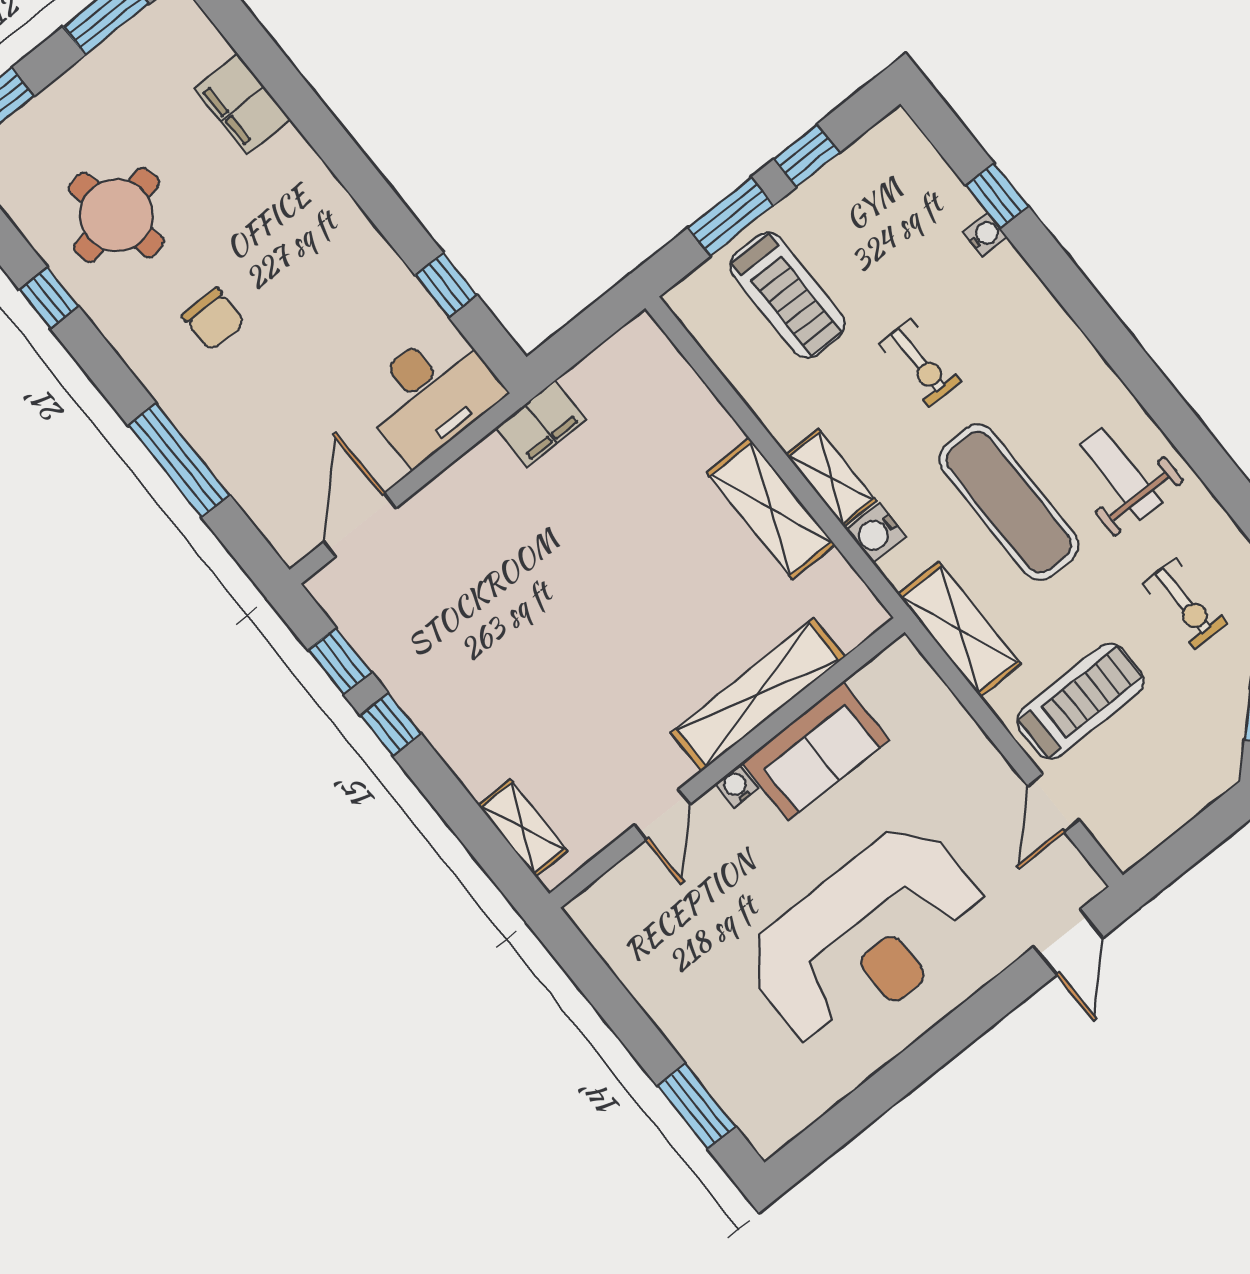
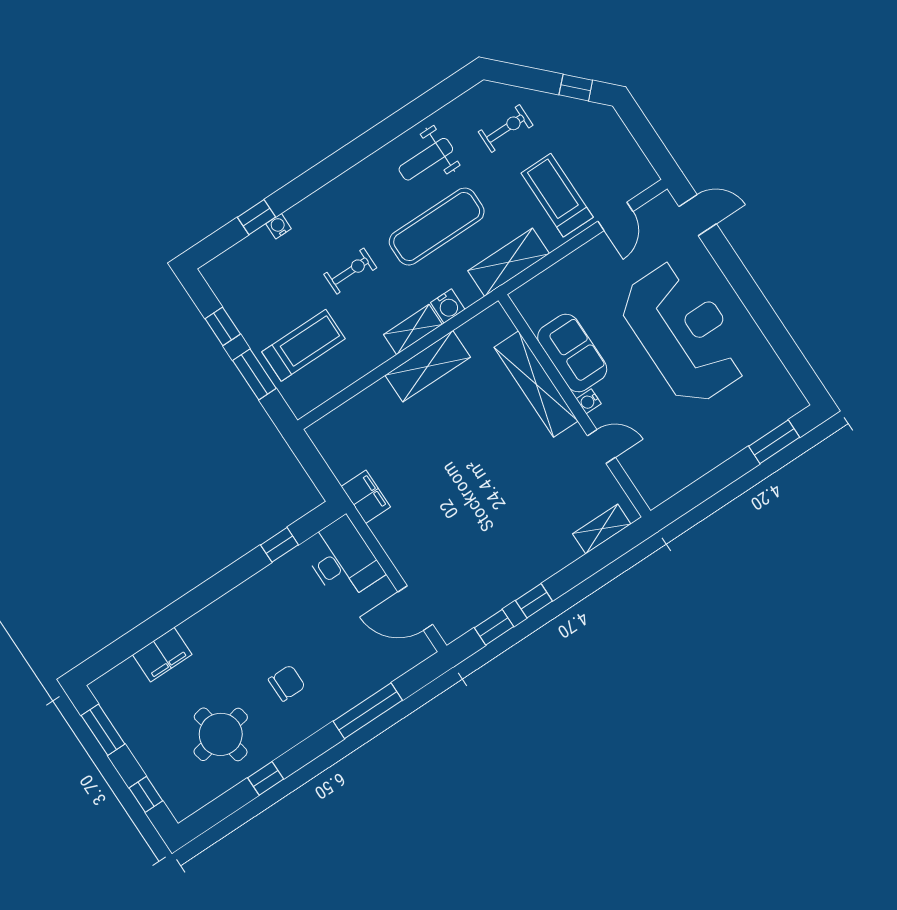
door: (1053, 803) -> (615, 216), hinge flipped

